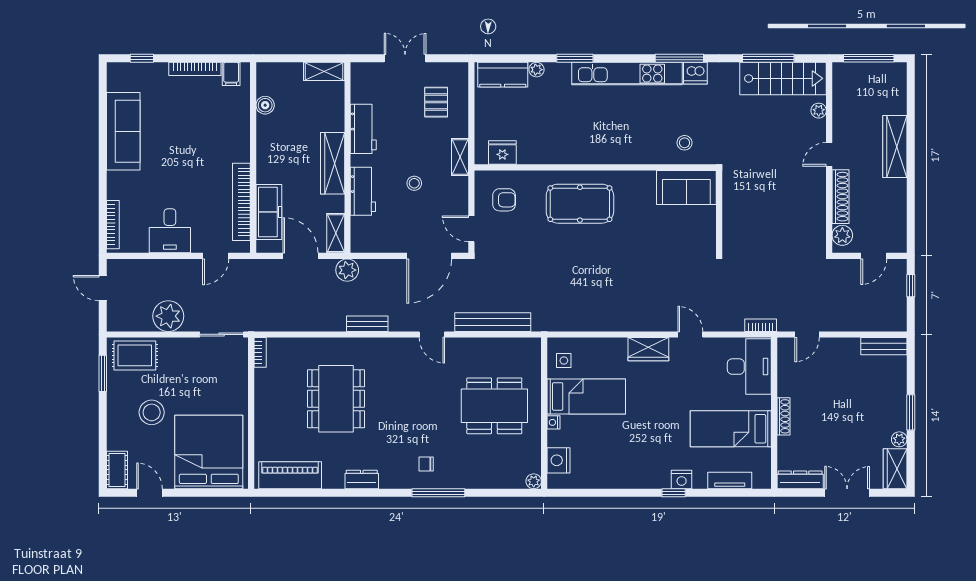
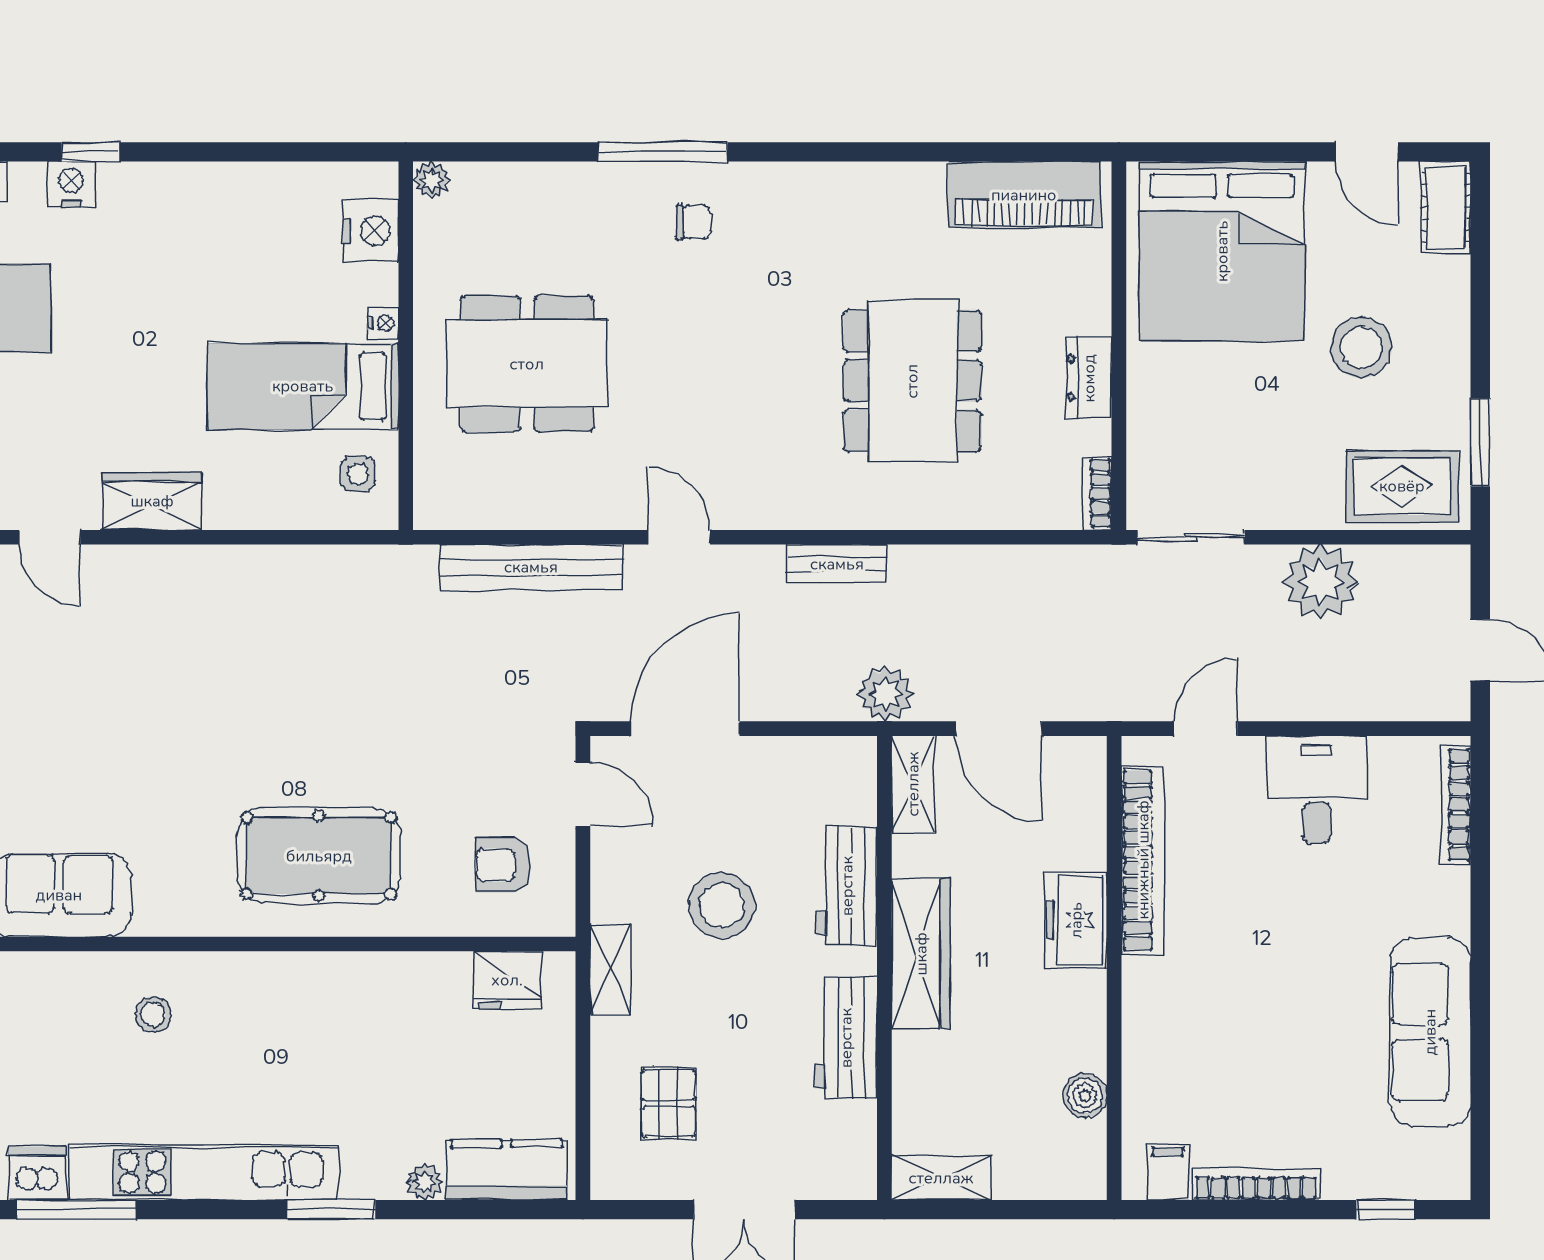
stool: (684, 143) -> (153, 1014), moved
stool: (414, 183) -> (722, 905), width x1.89, depth x1.89
freezer: (269, 212) -> (1076, 920), moved, width x0.71
dresser: (362, 479) -> (1089, 378), moved, turned 90

